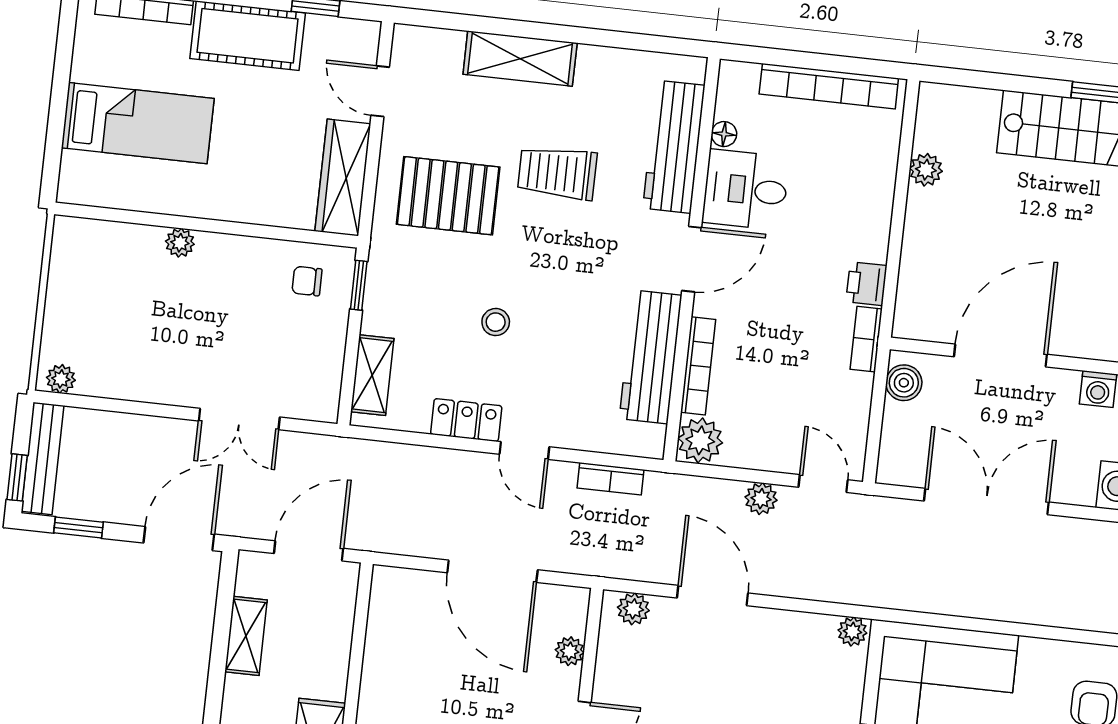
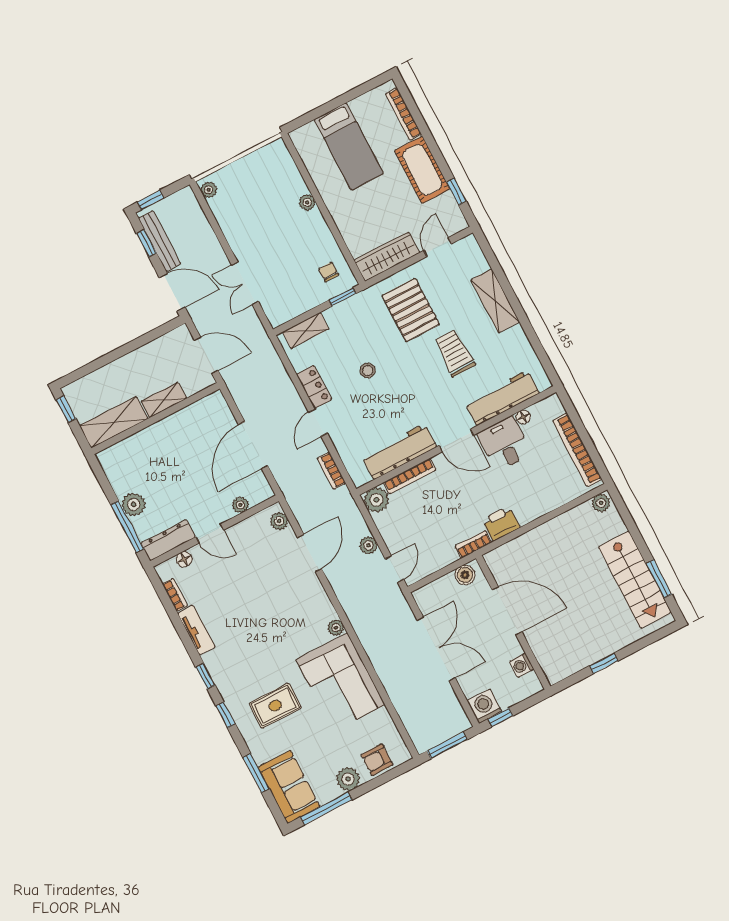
plant: (926, 170) -> (601, 503), moved
printer: (866, 284) -> (501, 524), width x1.36, depth x1.24
bench: (42, 458) -> (159, 241), moved, turned 90
shelving: (246, 636) -> (164, 400), moved

